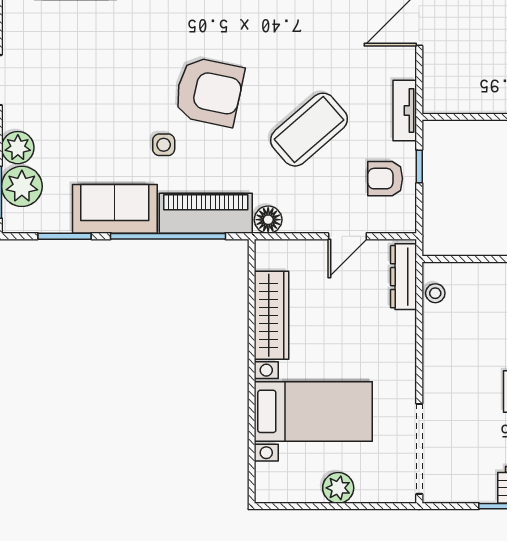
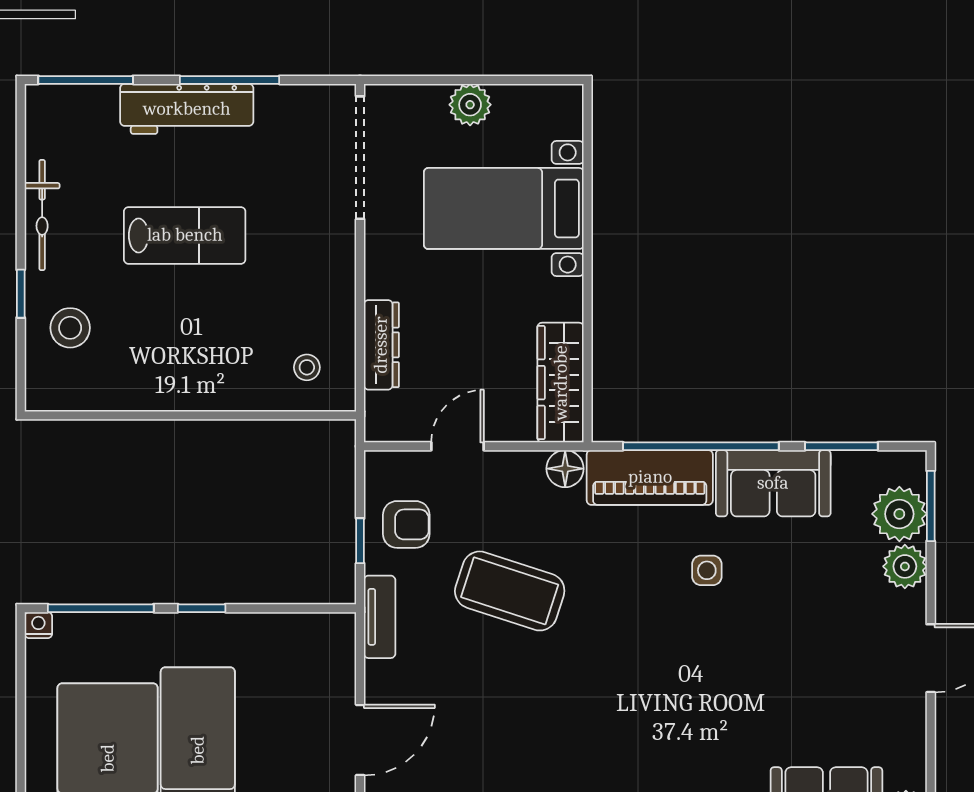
armchair: (209, 92) -> (645, 642), removed
coffee table: (309, 130) -> (510, 591), turned 59
dresser: (403, 277) -> (381, 345), moved
stool: (435, 293) -> (307, 367), moved
wardrobe: (271, 315) -> (561, 383), moved

